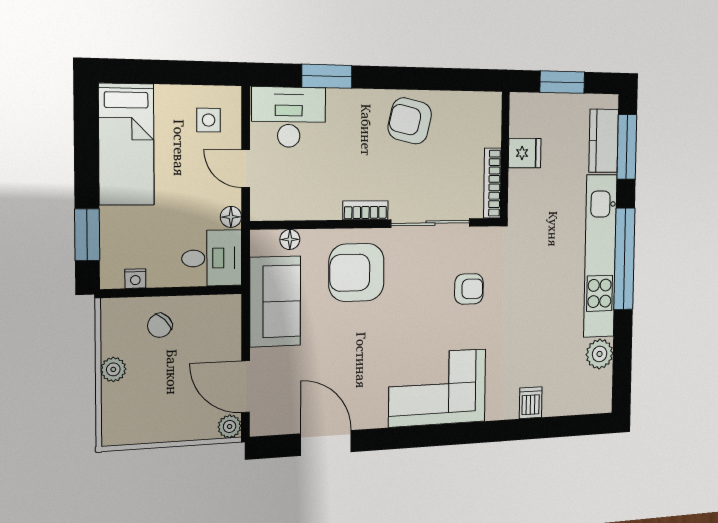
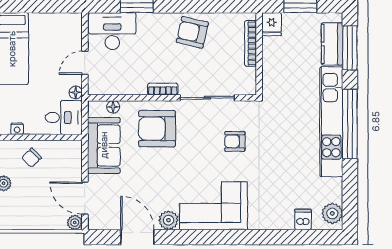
side table: (209, 120) -> (62, 34), removed
fridge: (525, 153) -> (272, 24), moved, turned 90
door: (246, 169) -> (85, 63), hinge flipped
bookcase: (492, 183) -> (251, 43), moved
armchair: (469, 289) -> (235, 141), turned 180
plant: (600, 354) -> (332, 213), moved
dishwasher: (531, 403) -> (303, 219), moved
plant: (372, 414) -> (169, 220), added

